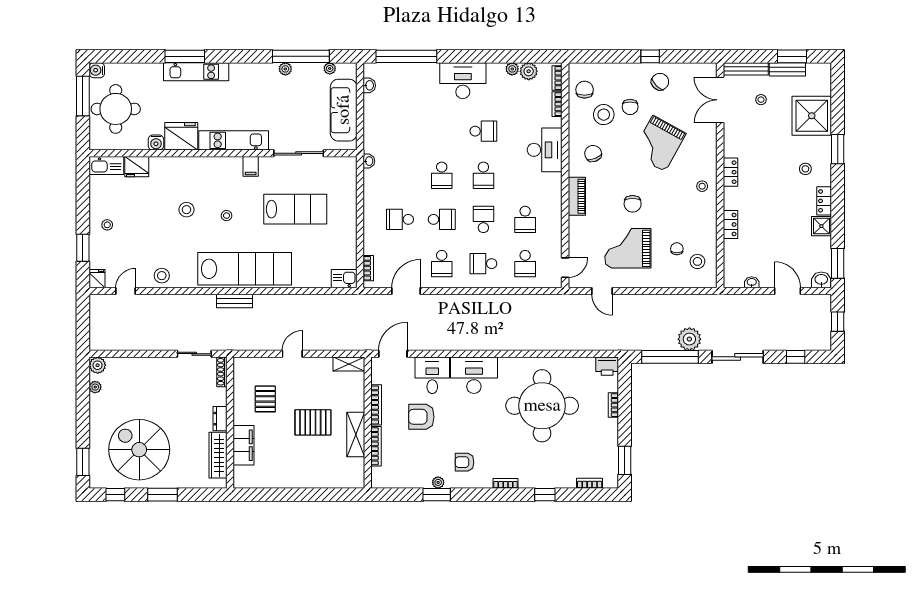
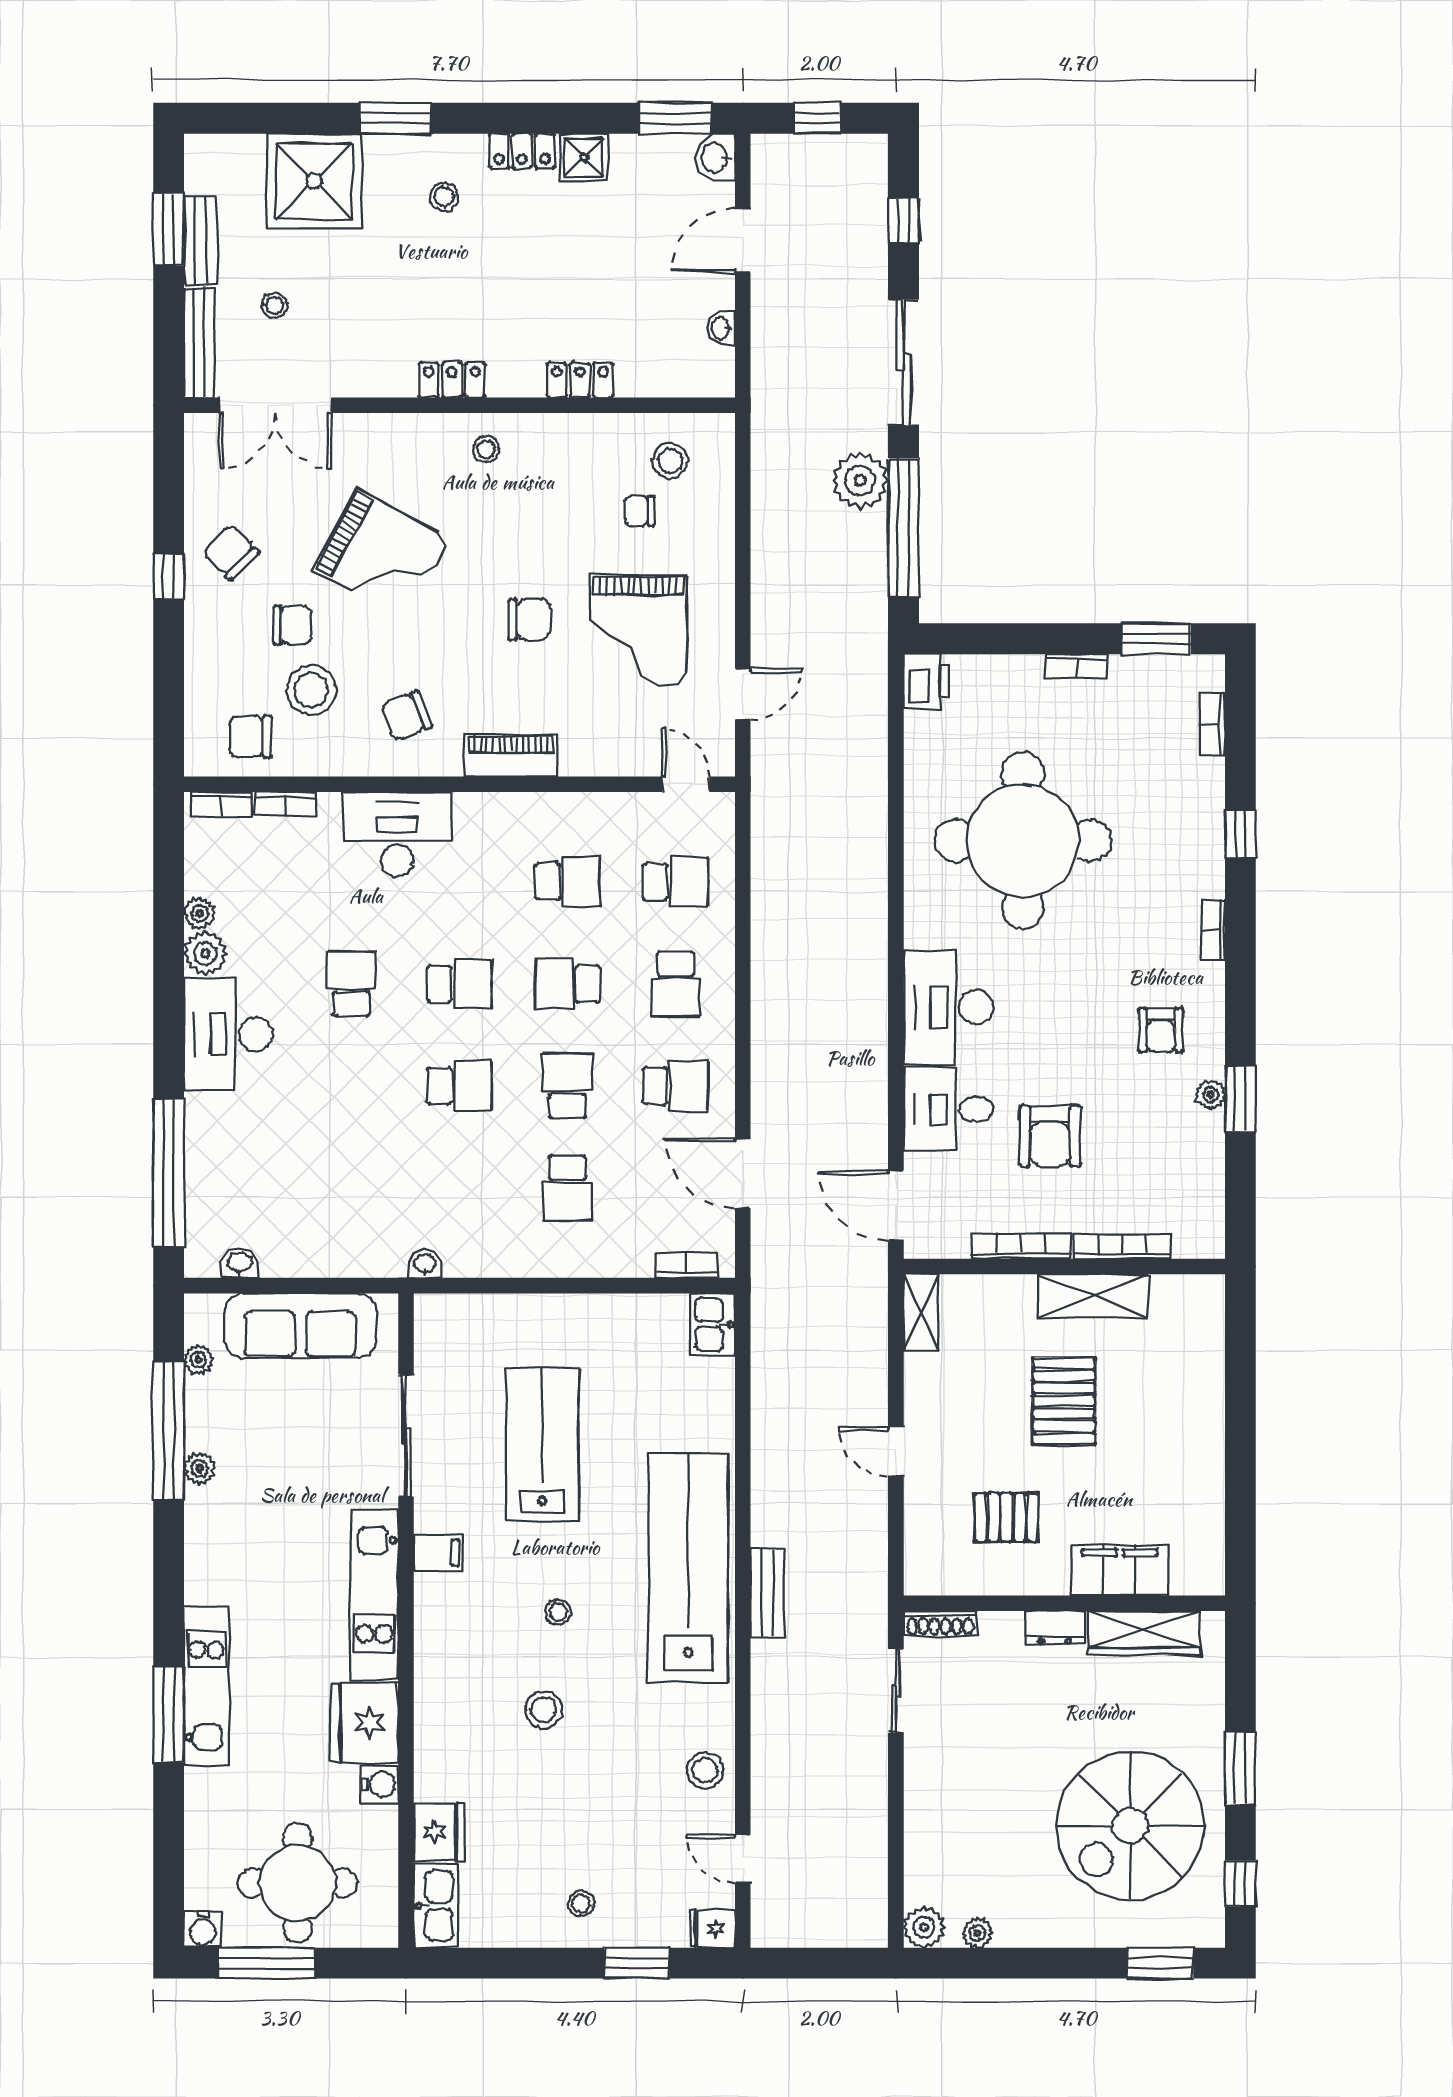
plant: (529, 71) -> (205, 954), moved
bookcase: (613, 405) -> (1077, 666), moved

